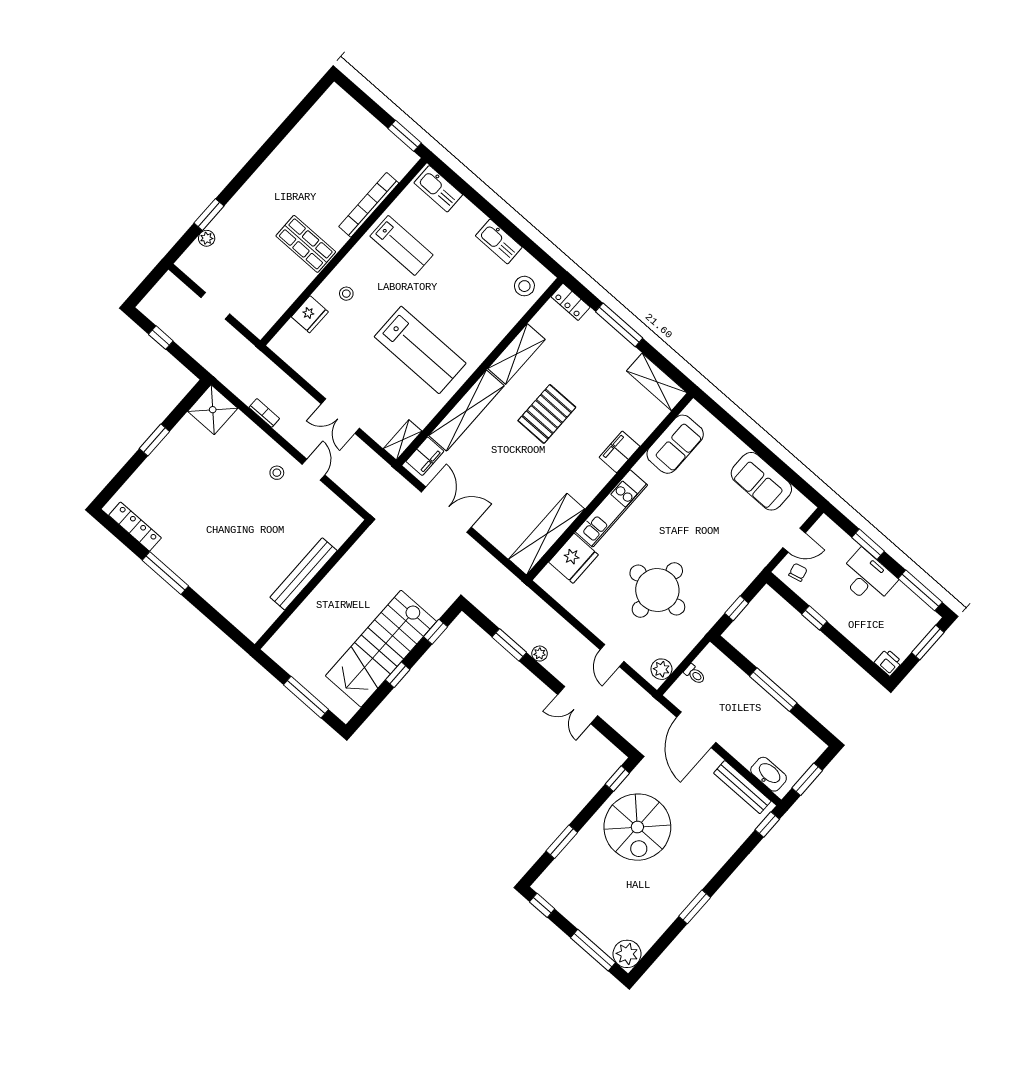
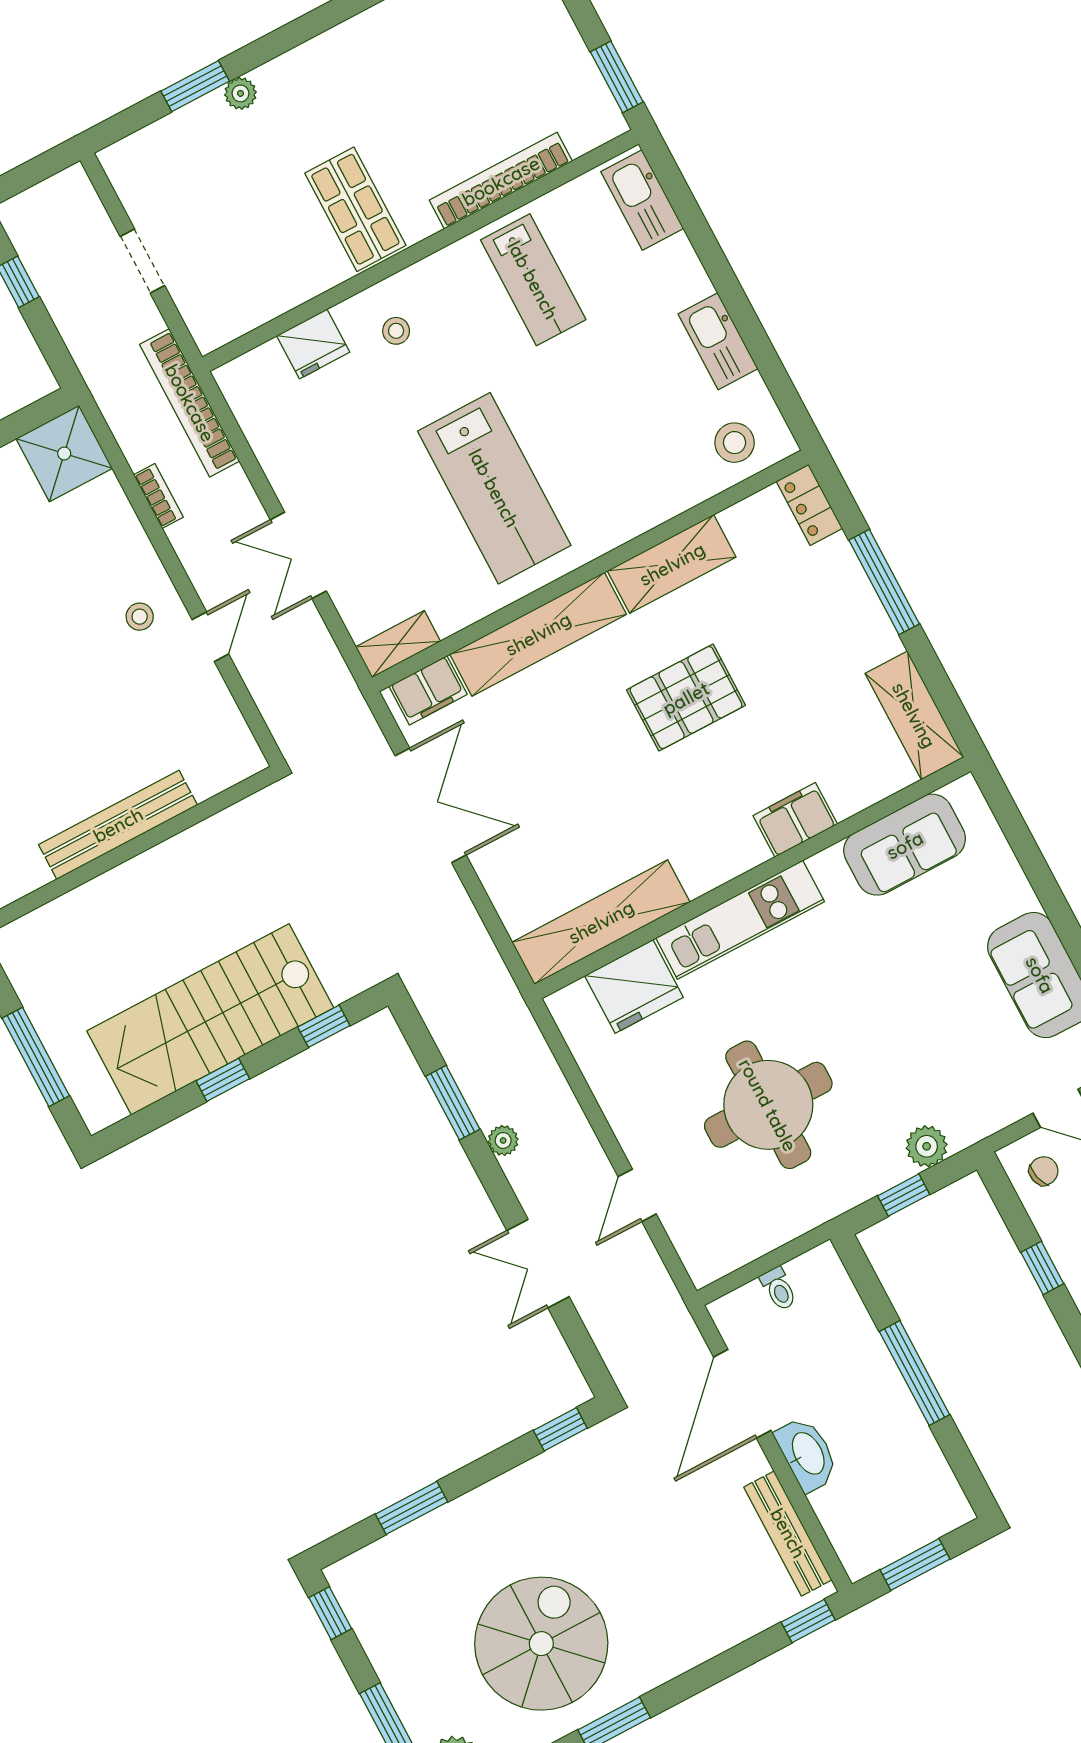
plant: (207, 238) -> (240, 93), moved
bookcase: (262, 364) -> (190, 403), added
plant: (661, 669) -> (927, 1146), moved
washbasin: (769, 774) -> (807, 1454), moved
spiral stairs: (637, 827) -> (541, 1644), moved, turned 180

